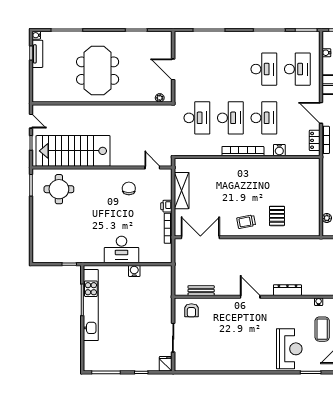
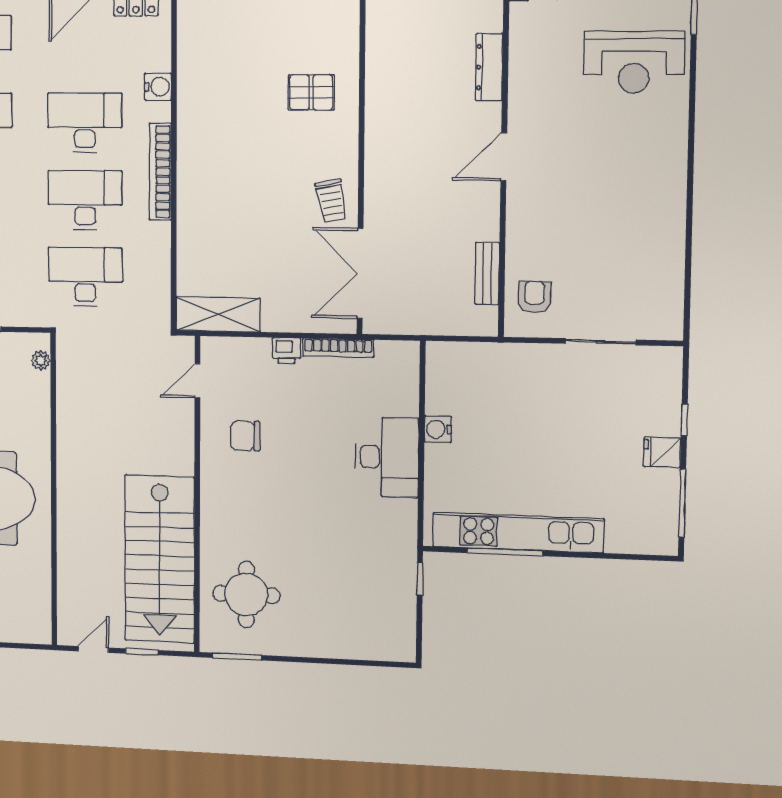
shelving: (182, 191) -> (218, 314), moved
trolley: (246, 222) -> (331, 201), moved
armchair: (191, 310) -> (535, 297), turned -90
reception desk: (289, 349) -> (634, 62), turned 180
fridge: (166, 364) -> (662, 452), moved

